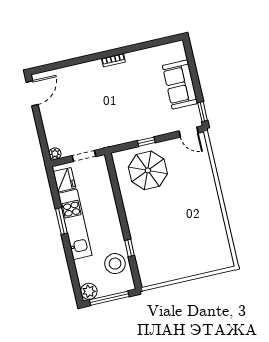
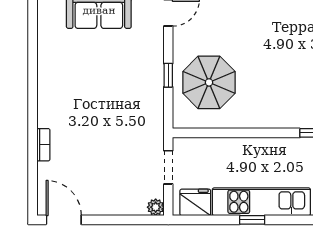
bookcase: (113, 60) -> (43, 145), moved
window: (61, 221) -> (252, 220), width x0.67

